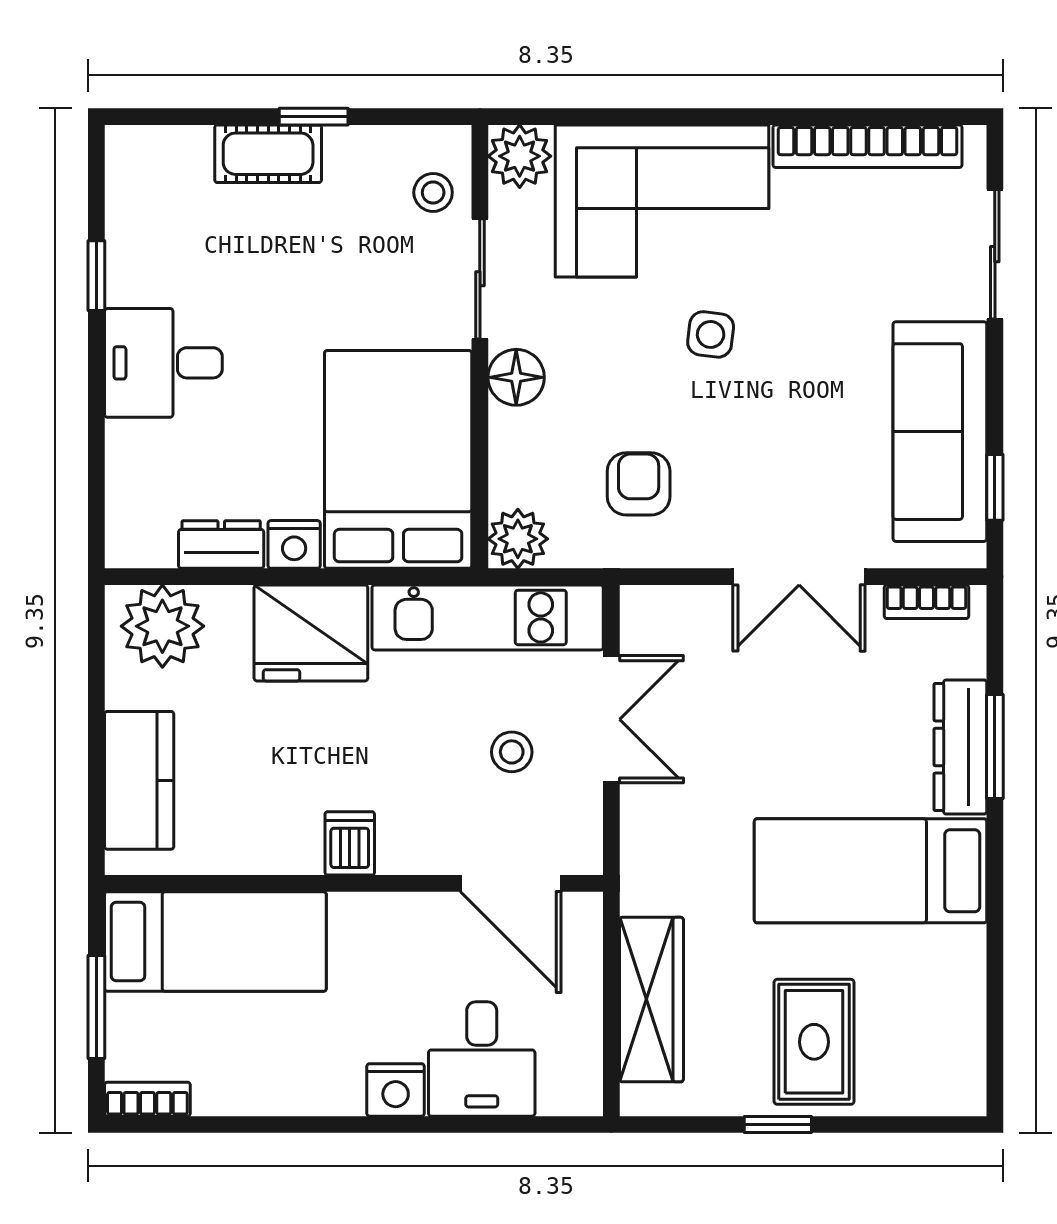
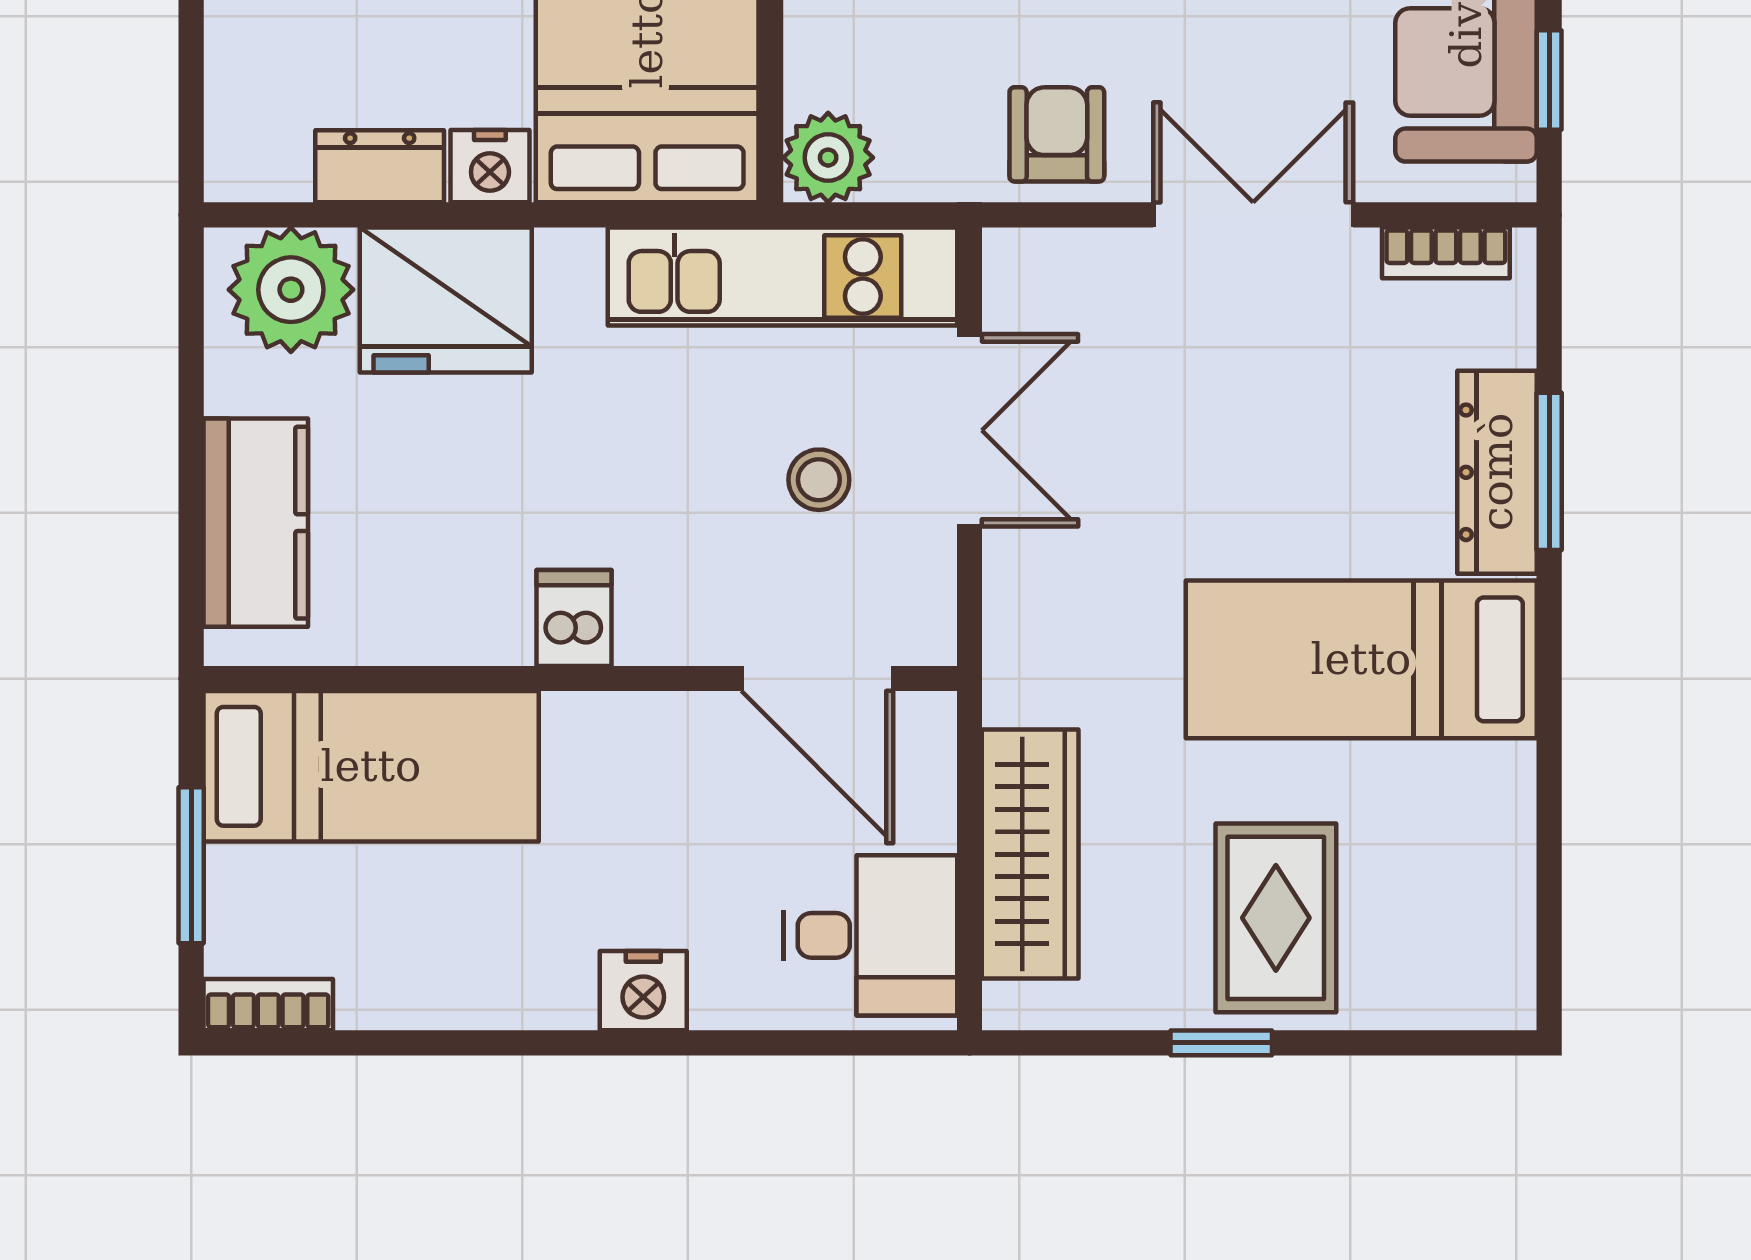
armchair: (639, 484) -> (1057, 134), moved
double door: (799, 577) -> (1253, 215), swing flipped
fridge: (311, 633) -> (446, 300), moved
desk: (482, 1059) -> (871, 935), moved, turned -90

